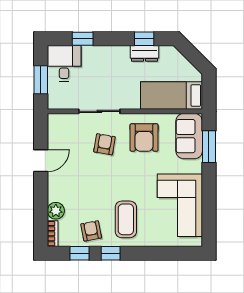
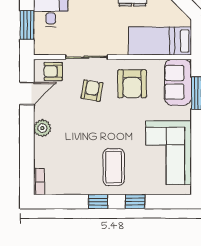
door: (41, 161) -> (27, 93), moved
plant: (56, 211) -> (42, 128), moved
armchair: (91, 231) -> (53, 71), moved, turned -79
window: (80, 253) -> (135, 202), moved

